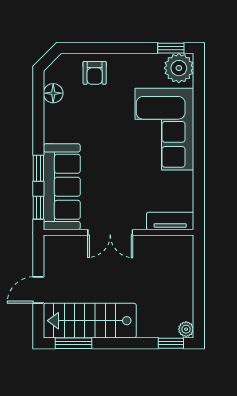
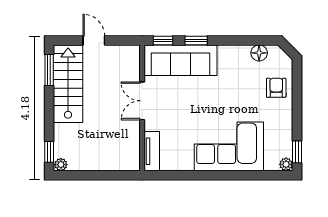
plant: (179, 68) -> (286, 164), width x0.53, depth x0.53
armchair: (95, 73) -> (276, 88), turned 90

